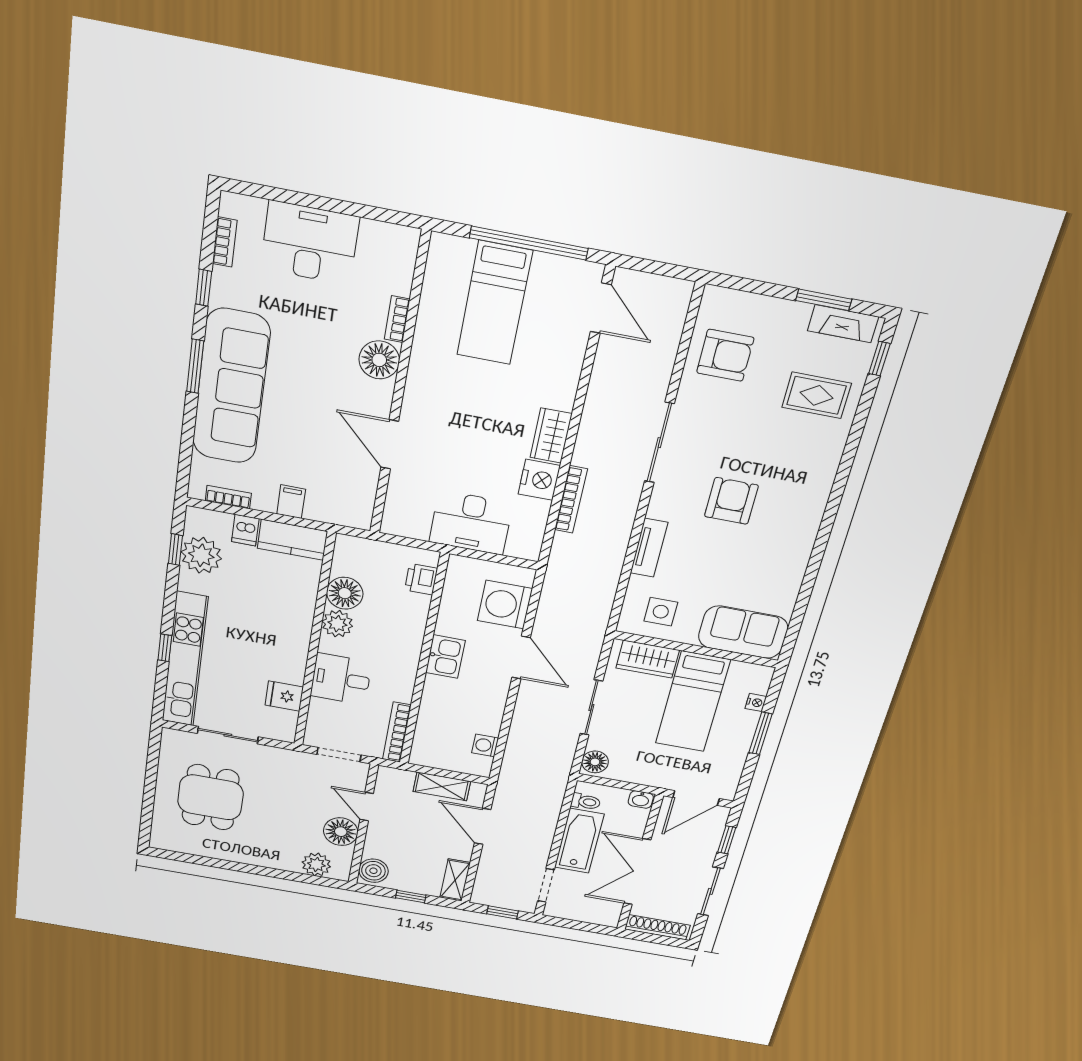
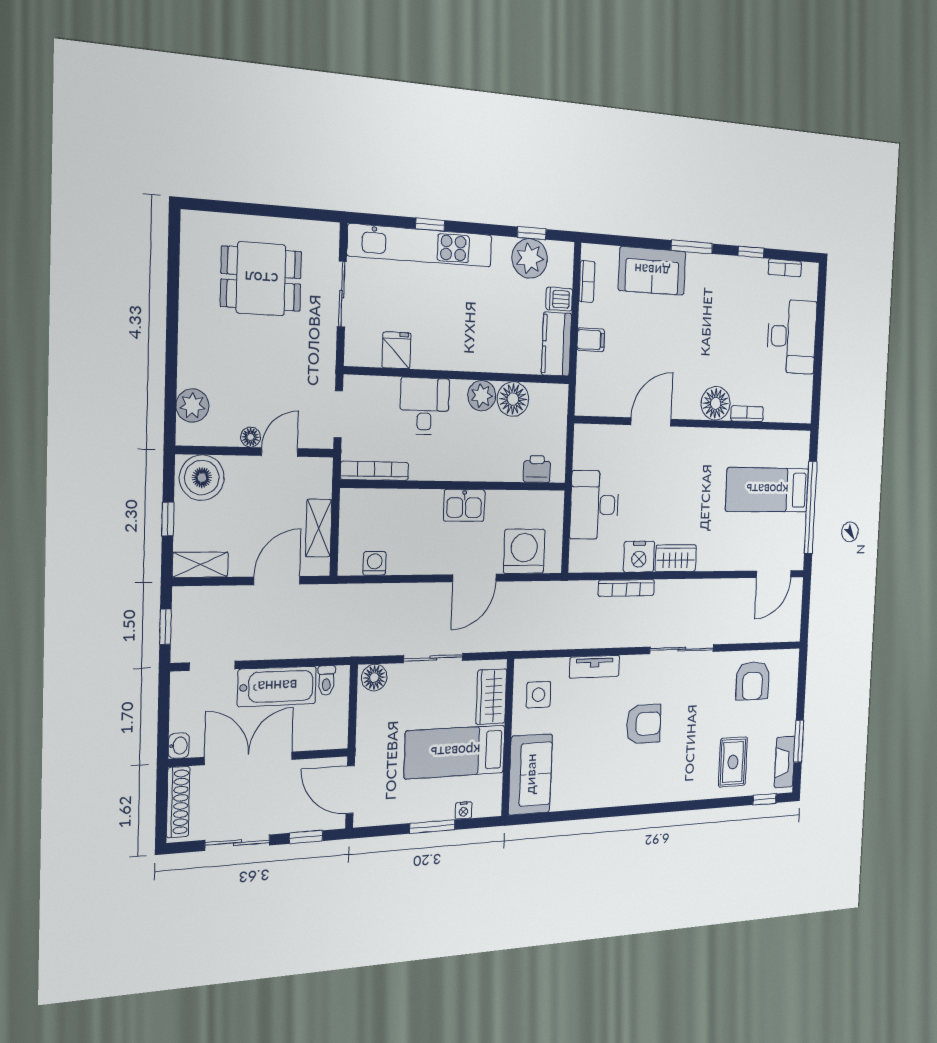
sofa: (231, 387) -> (652, 271), width x0.54, depth x0.79
washbasin: (641, 800) -> (179, 746), moved, turned 180
floor lamp: (341, 832) -> (251, 437), width x0.53, depth x0.53
boiler: (373, 871) -> (202, 478), width x1.37, depth x1.37

